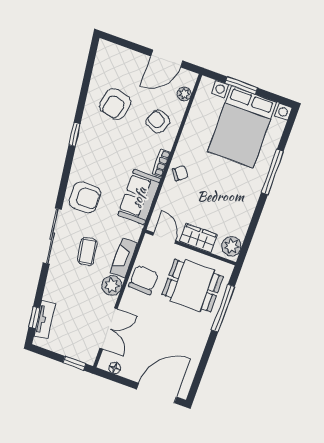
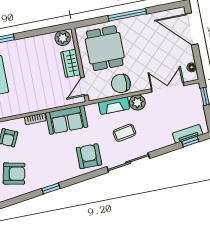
chair: (180, 173) -> (34, 102), removed
window: (223, 308) -> (127, 15), moved

